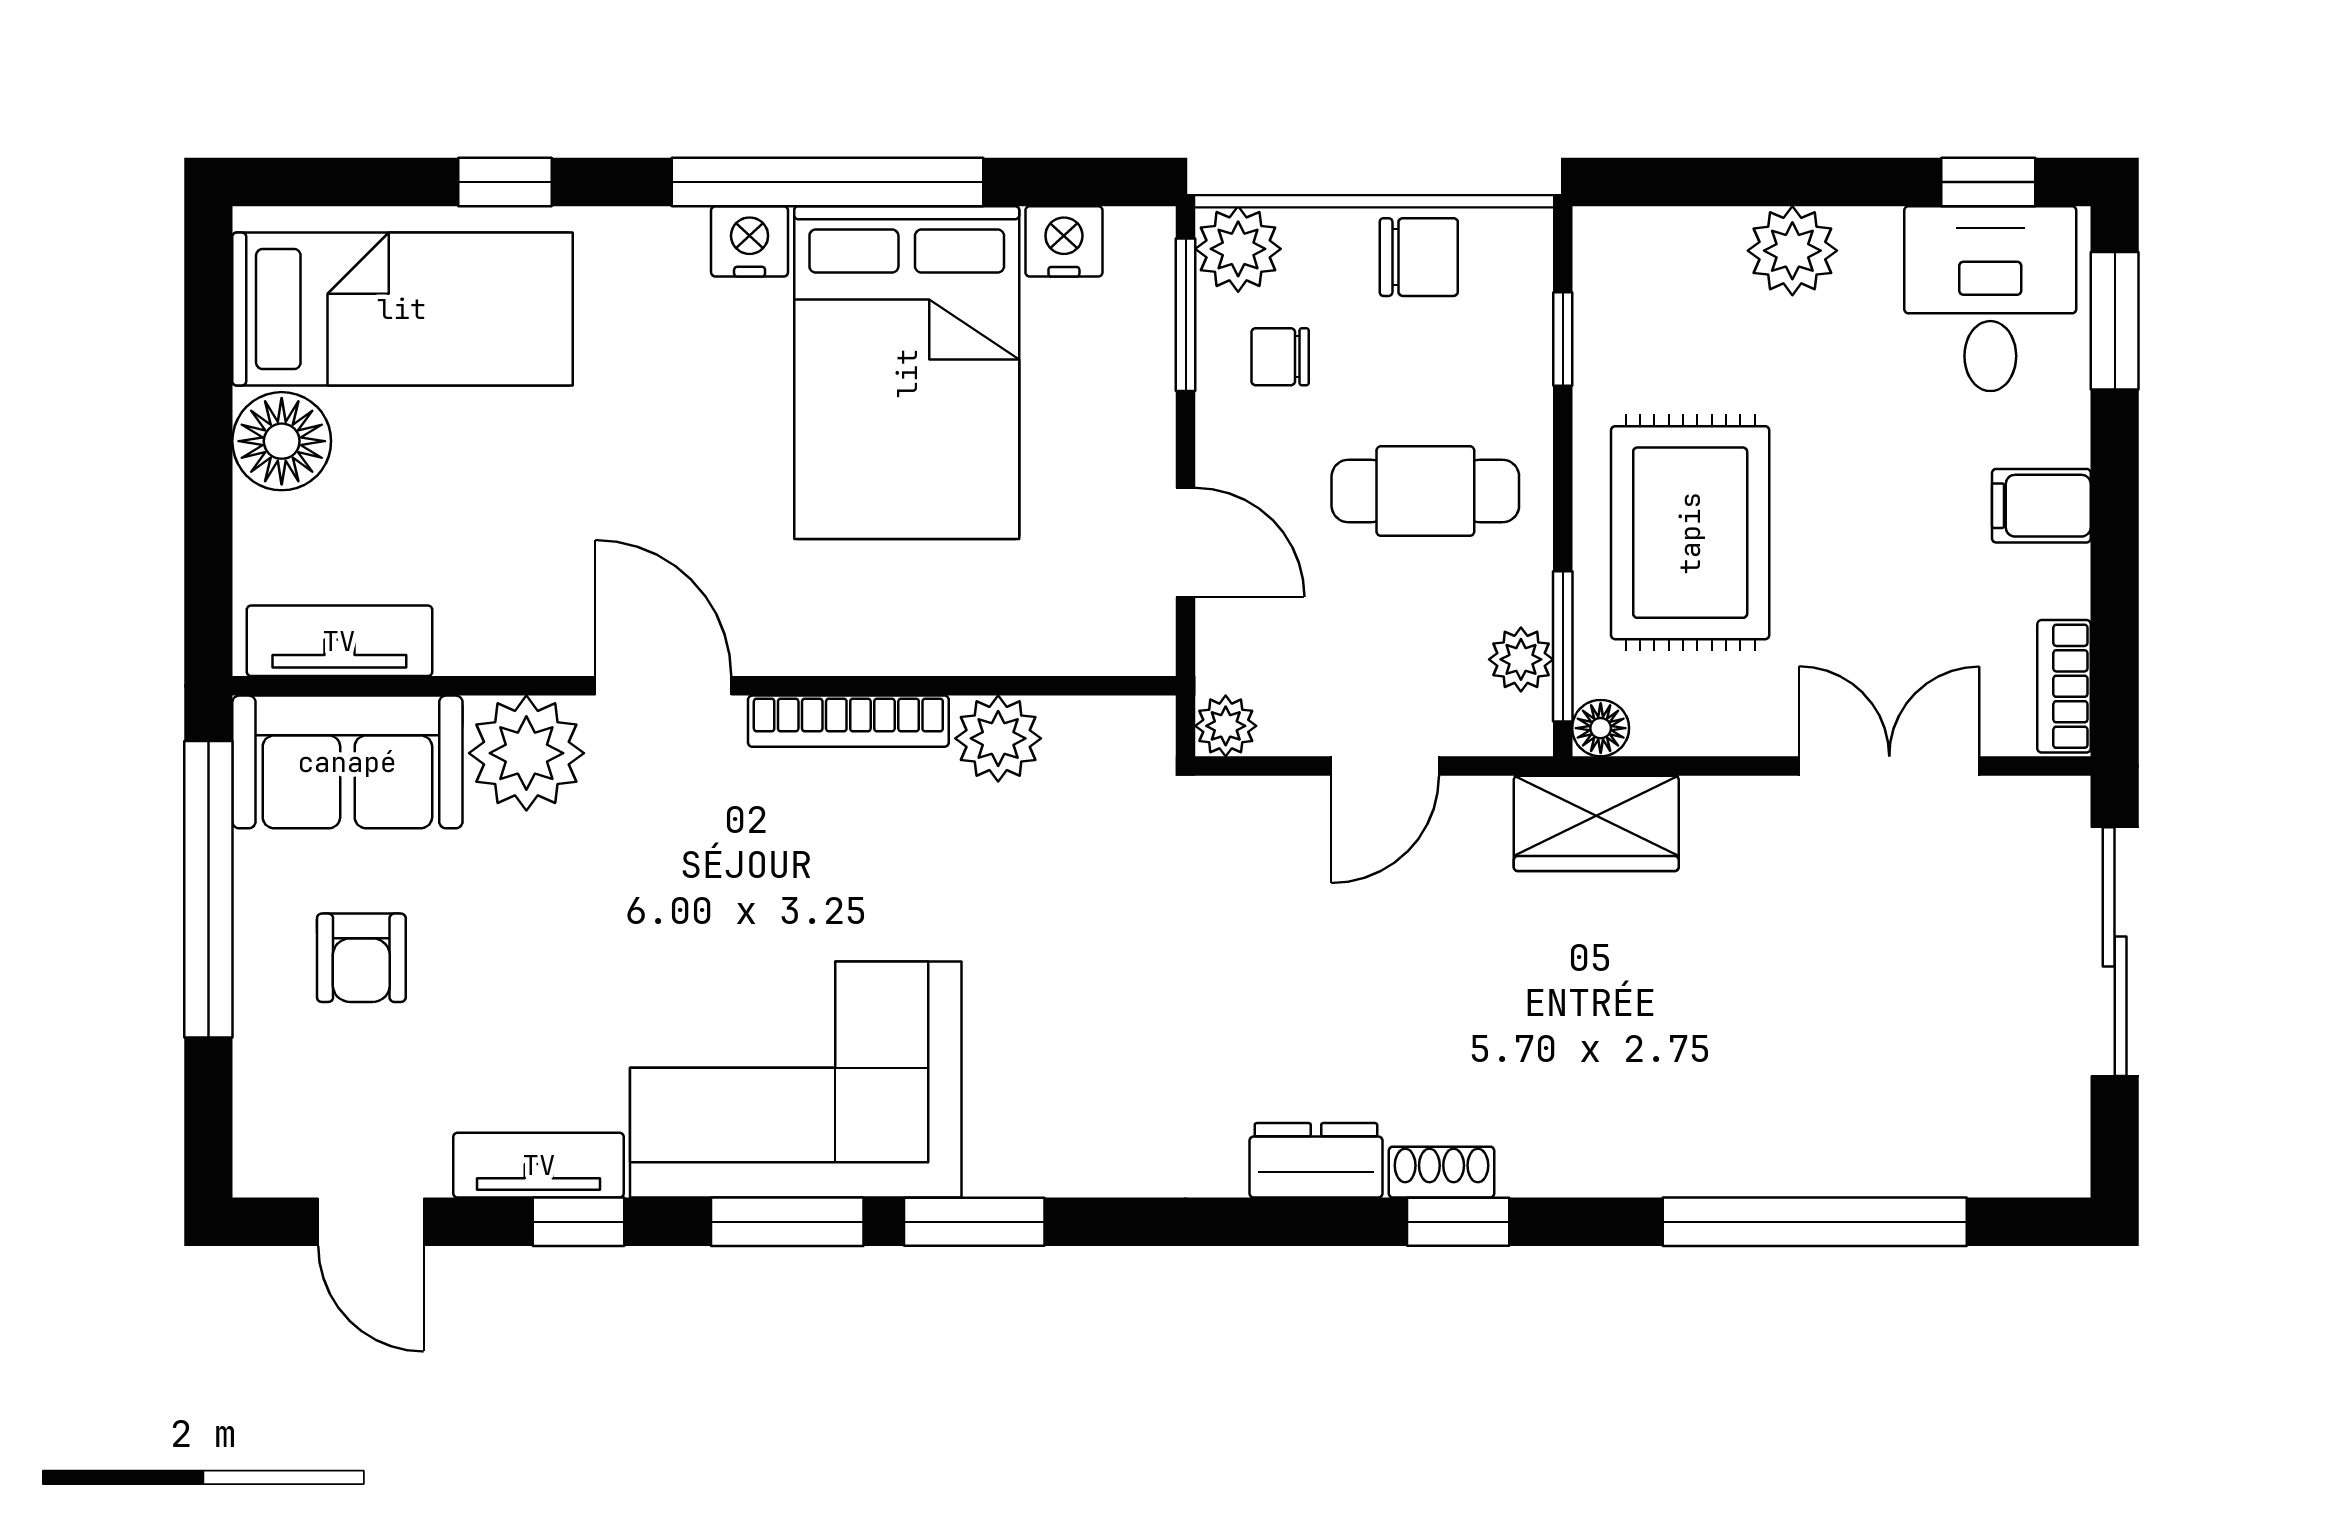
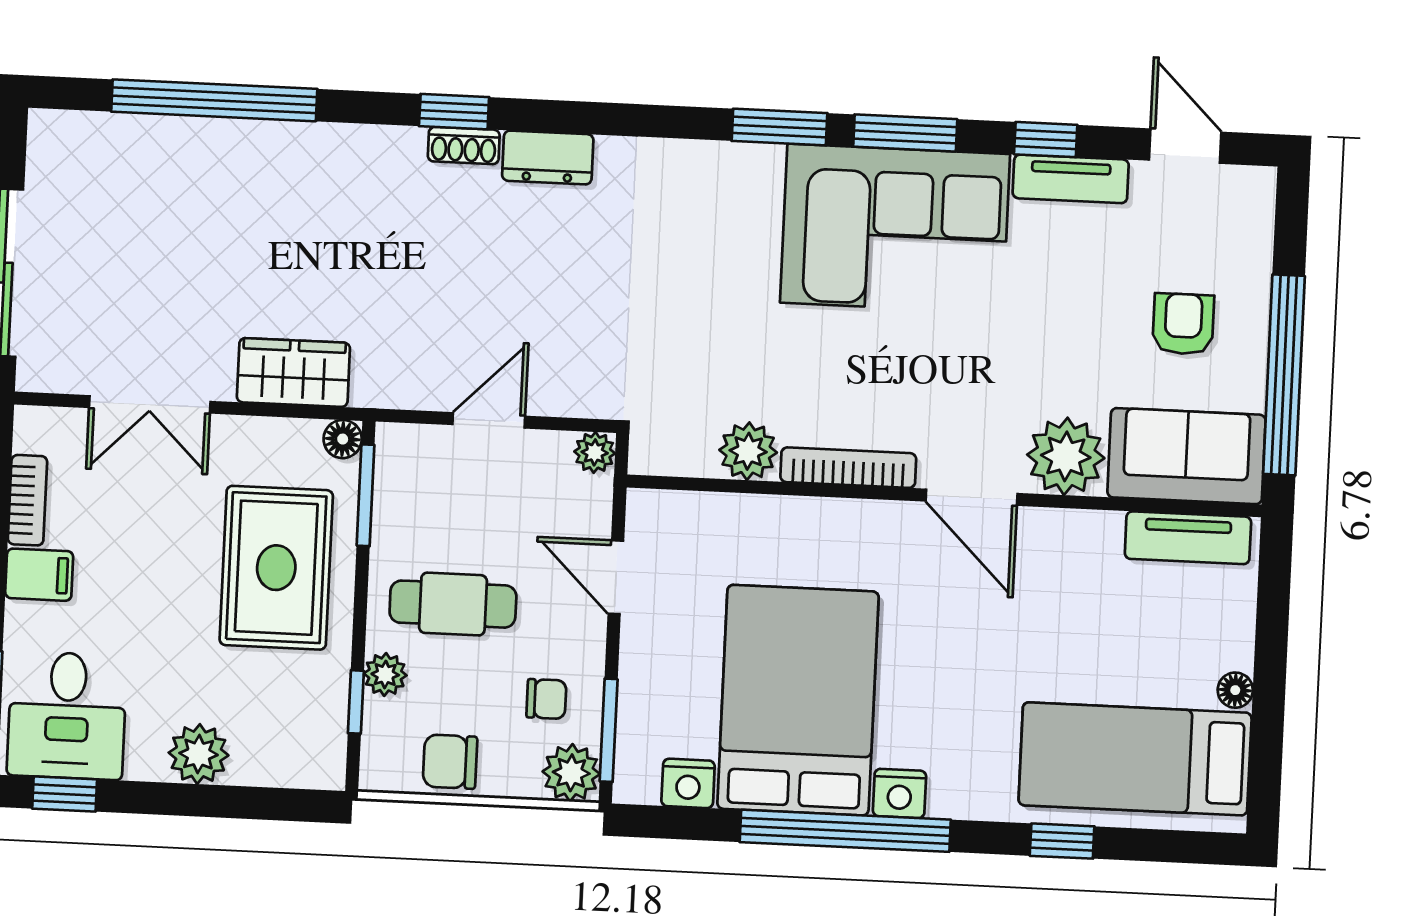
floor lamp: (282, 441) -> (1235, 690), width x0.53, depth x0.53
plant: (1521, 659) -> (385, 674), moved
bookcase: (2064, 686) -> (27, 500), moved
wardrobe: (1596, 823) -> (293, 373), moved

